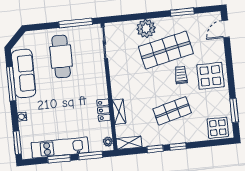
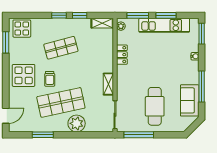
sofa: (24, 73) -> (190, 100), width x0.73
shelving: (119, 112) -> (108, 84), moved

